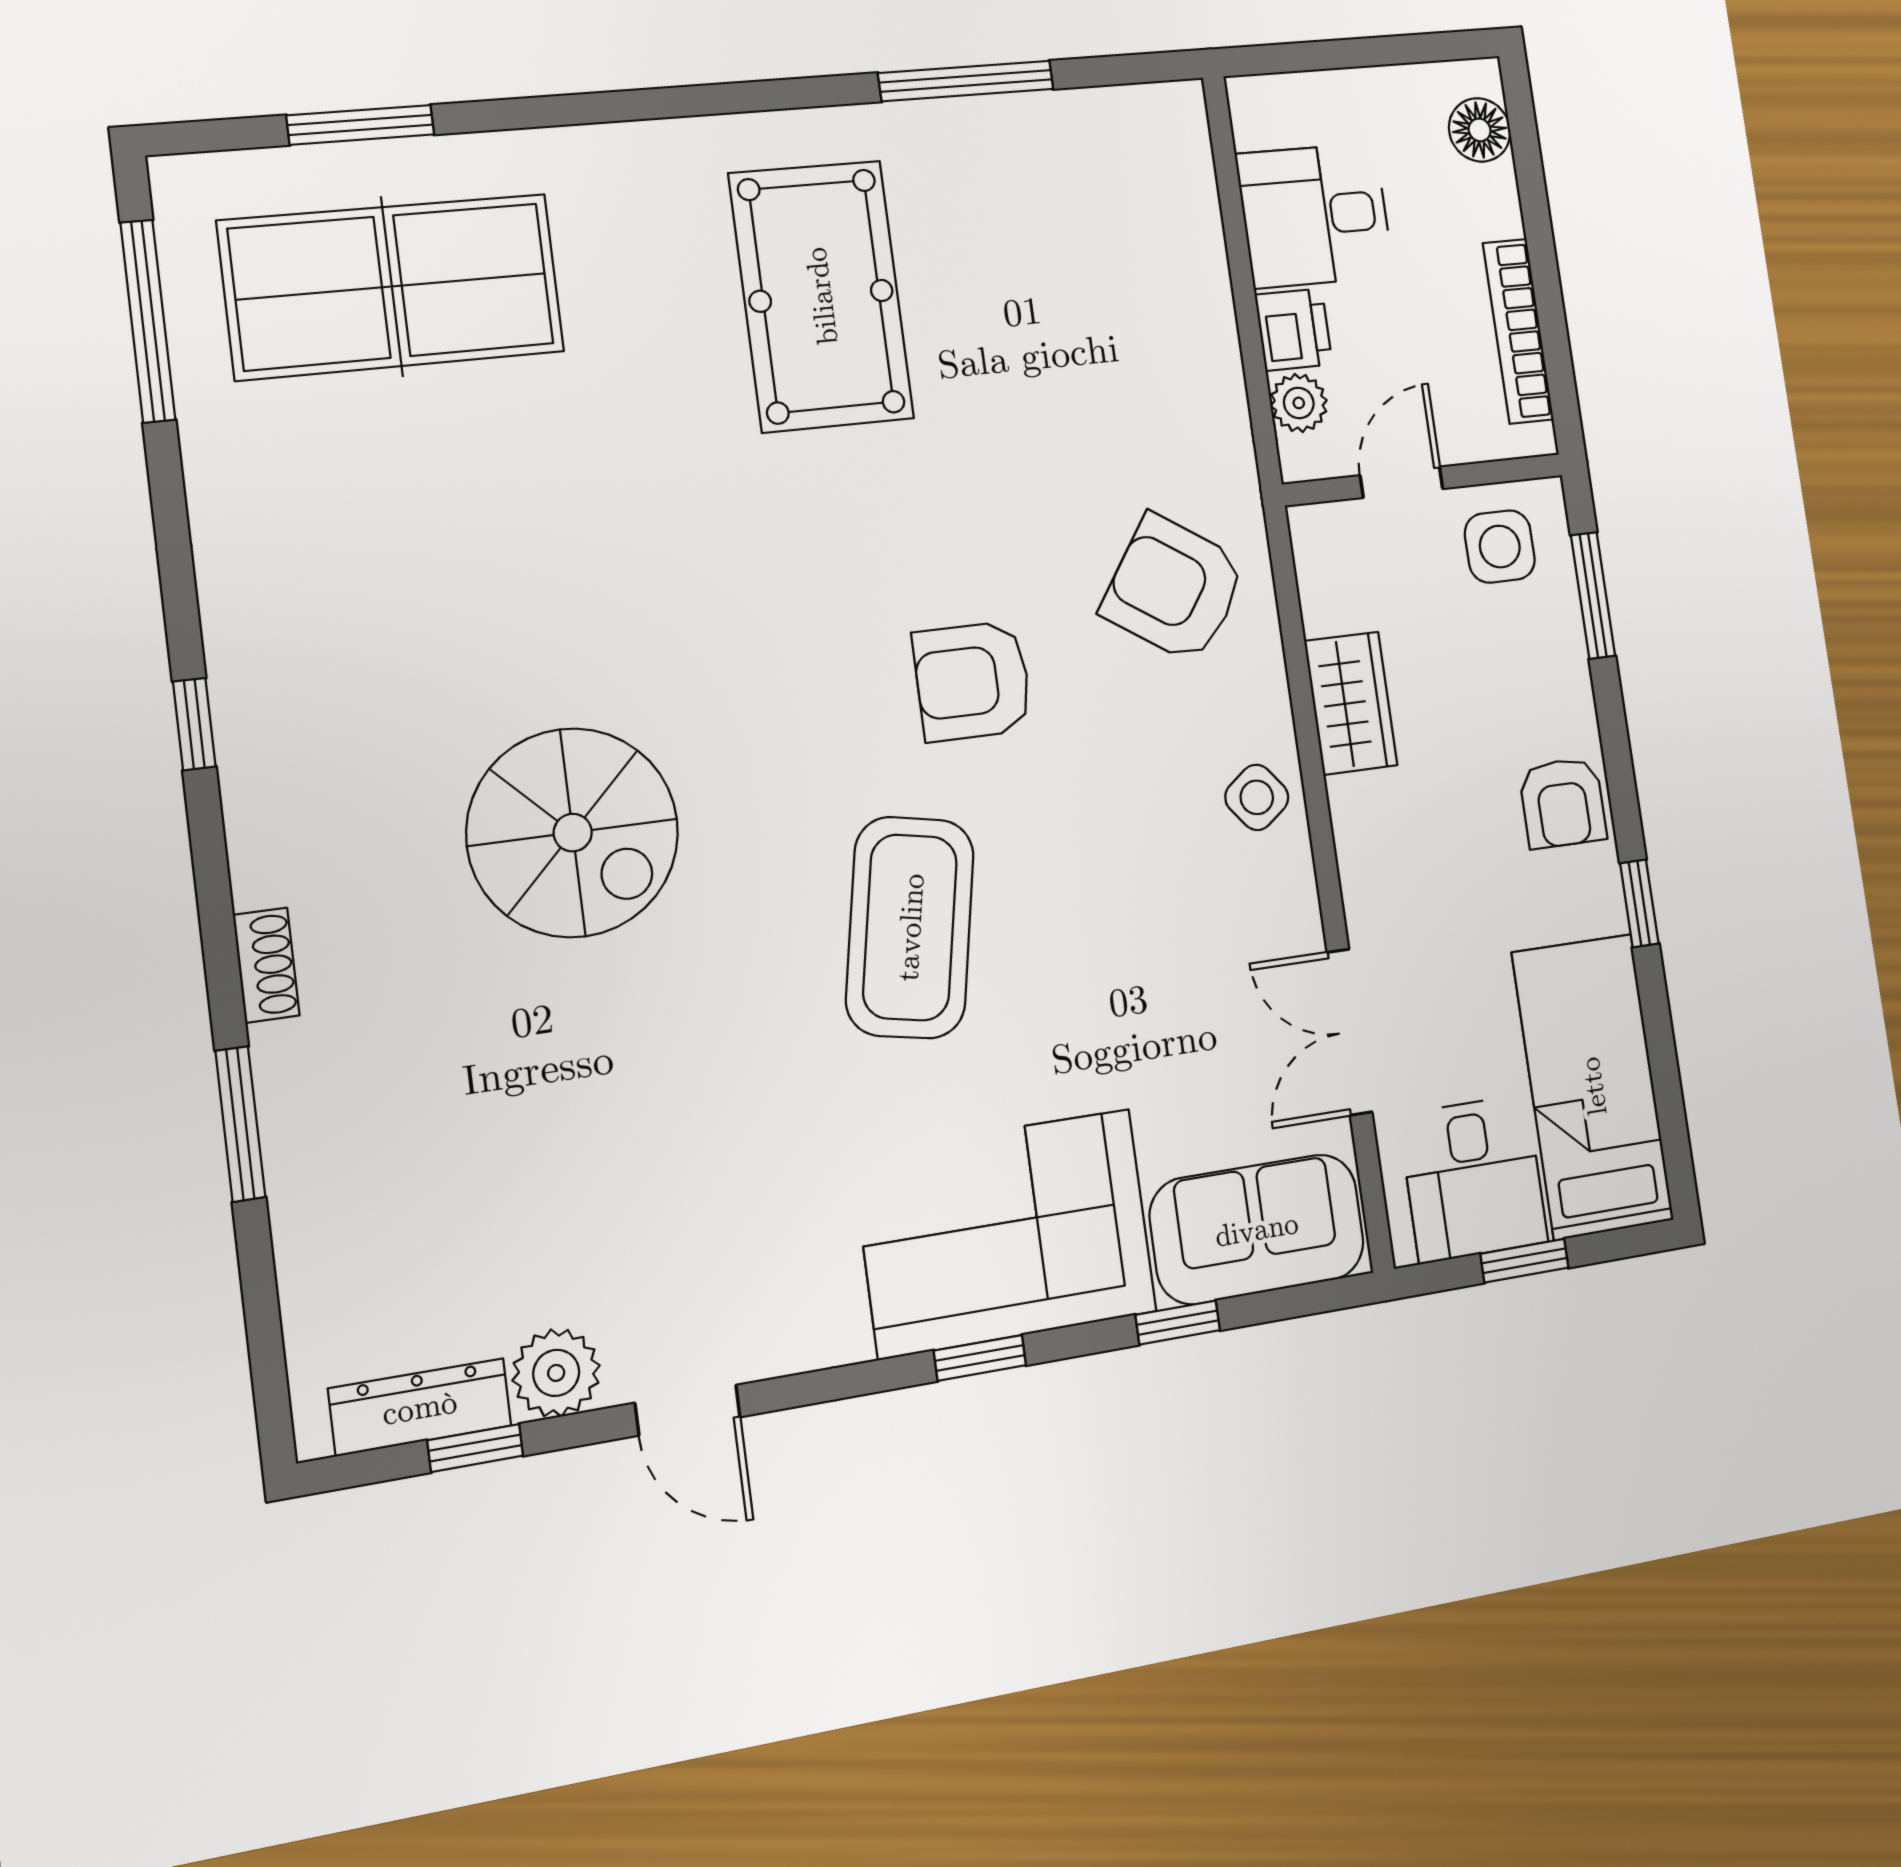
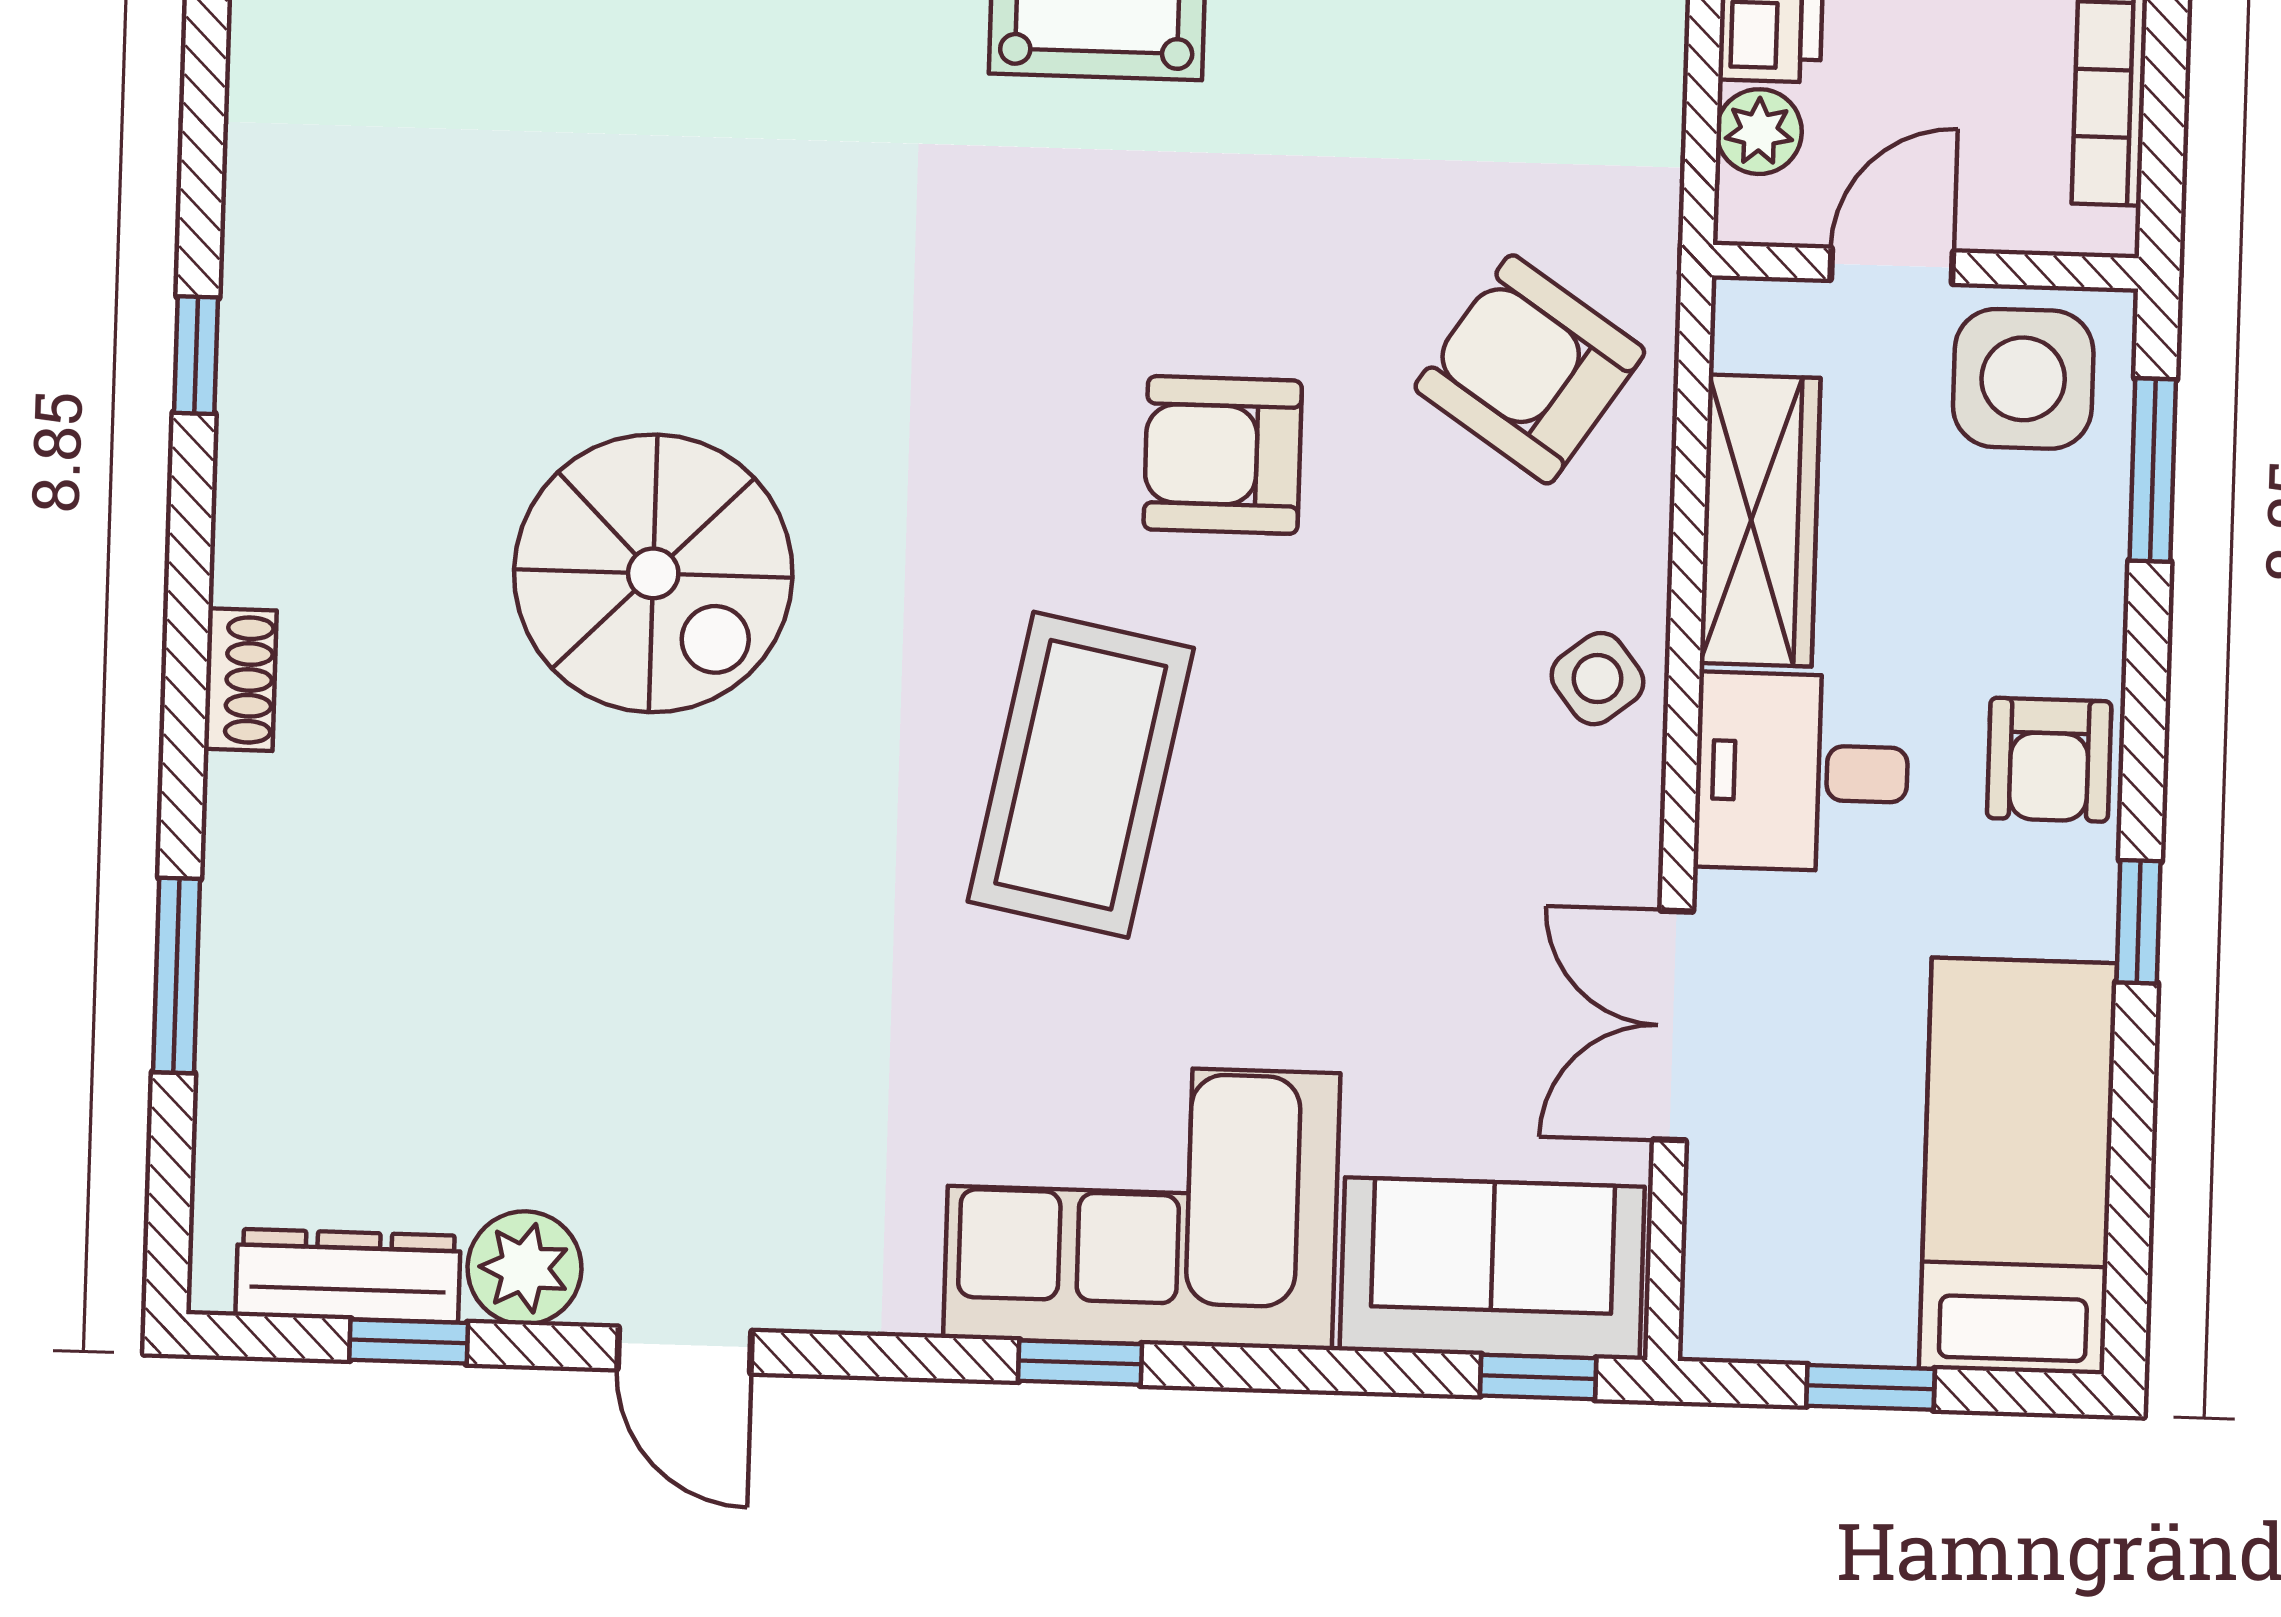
side table: (1500, 547) -> (2023, 379), width x1.37, depth x1.37
wardrobe: (1351, 703) -> (1760, 521), width x1.50
window: (240, 1124) -> (177, 975), moved
desk: (1473, 1178) -> (1802, 772), moved, turned 90
window: (1178, 1323) -> (1538, 1377), moved

